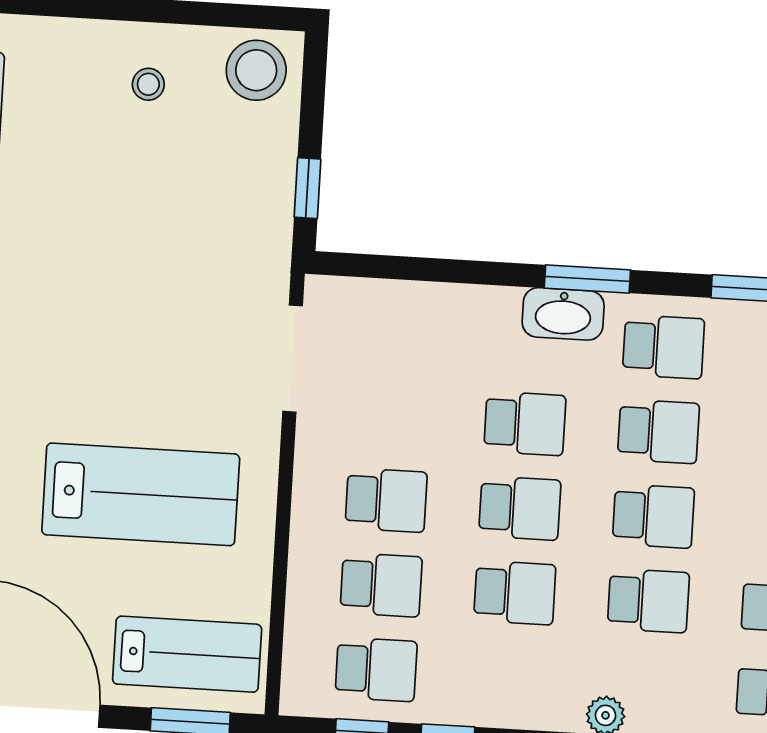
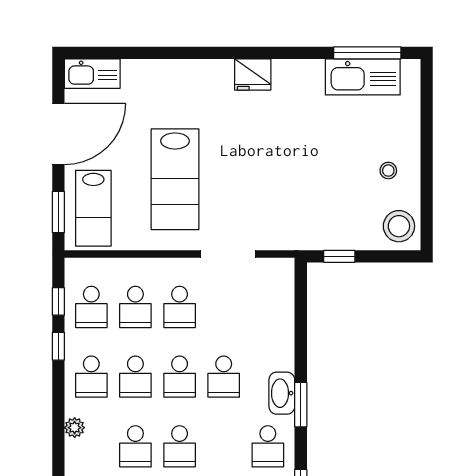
doorway: (293, 359) -> (228, 254), moved
school desk: (658, 431) -> (91, 377), moved

